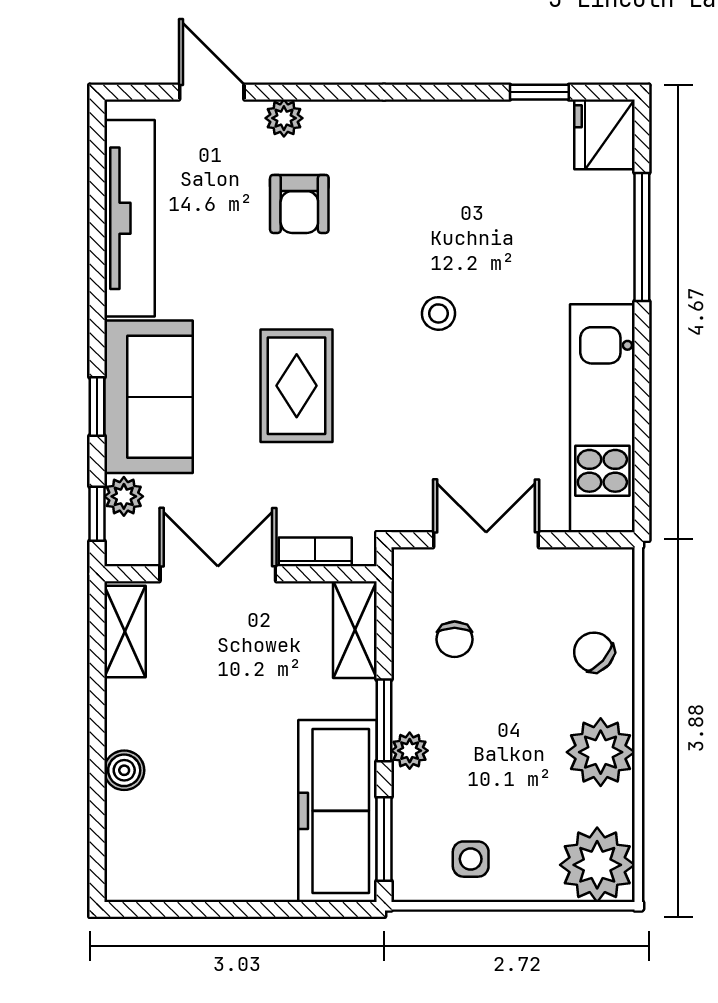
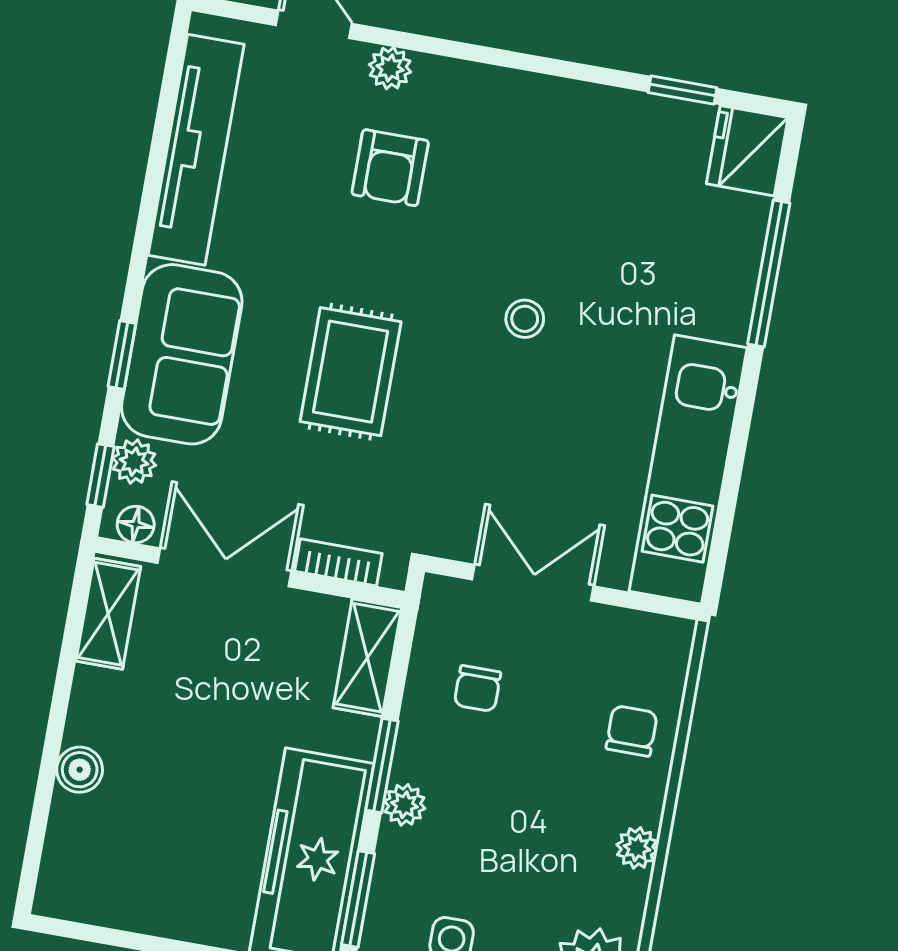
floor lamp: (135, 550) -> (136, 524), added
chair: (594, 652) -> (632, 731), turned 48
plant: (601, 752) -> (637, 848), width x0.53, depth x0.53

